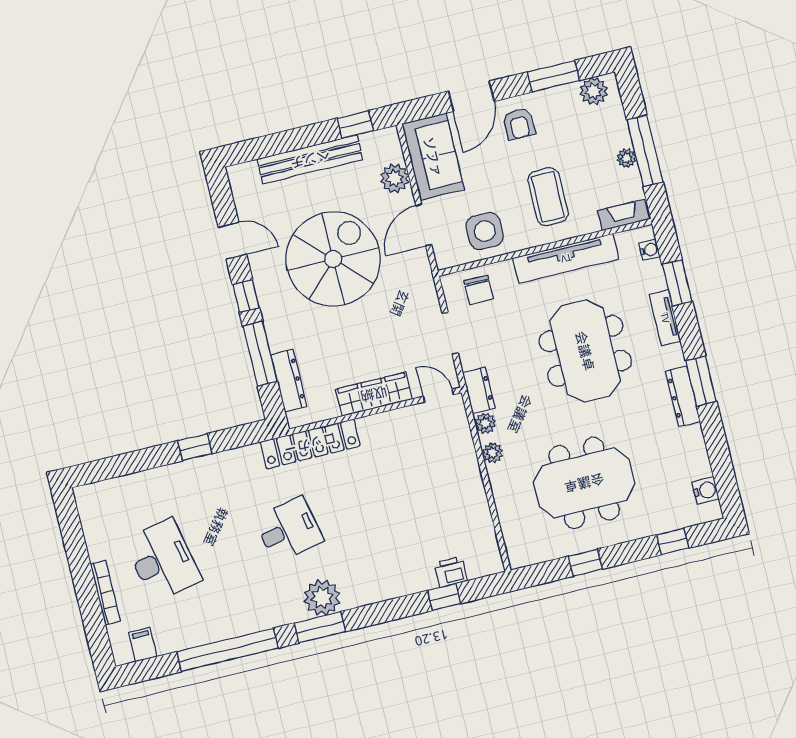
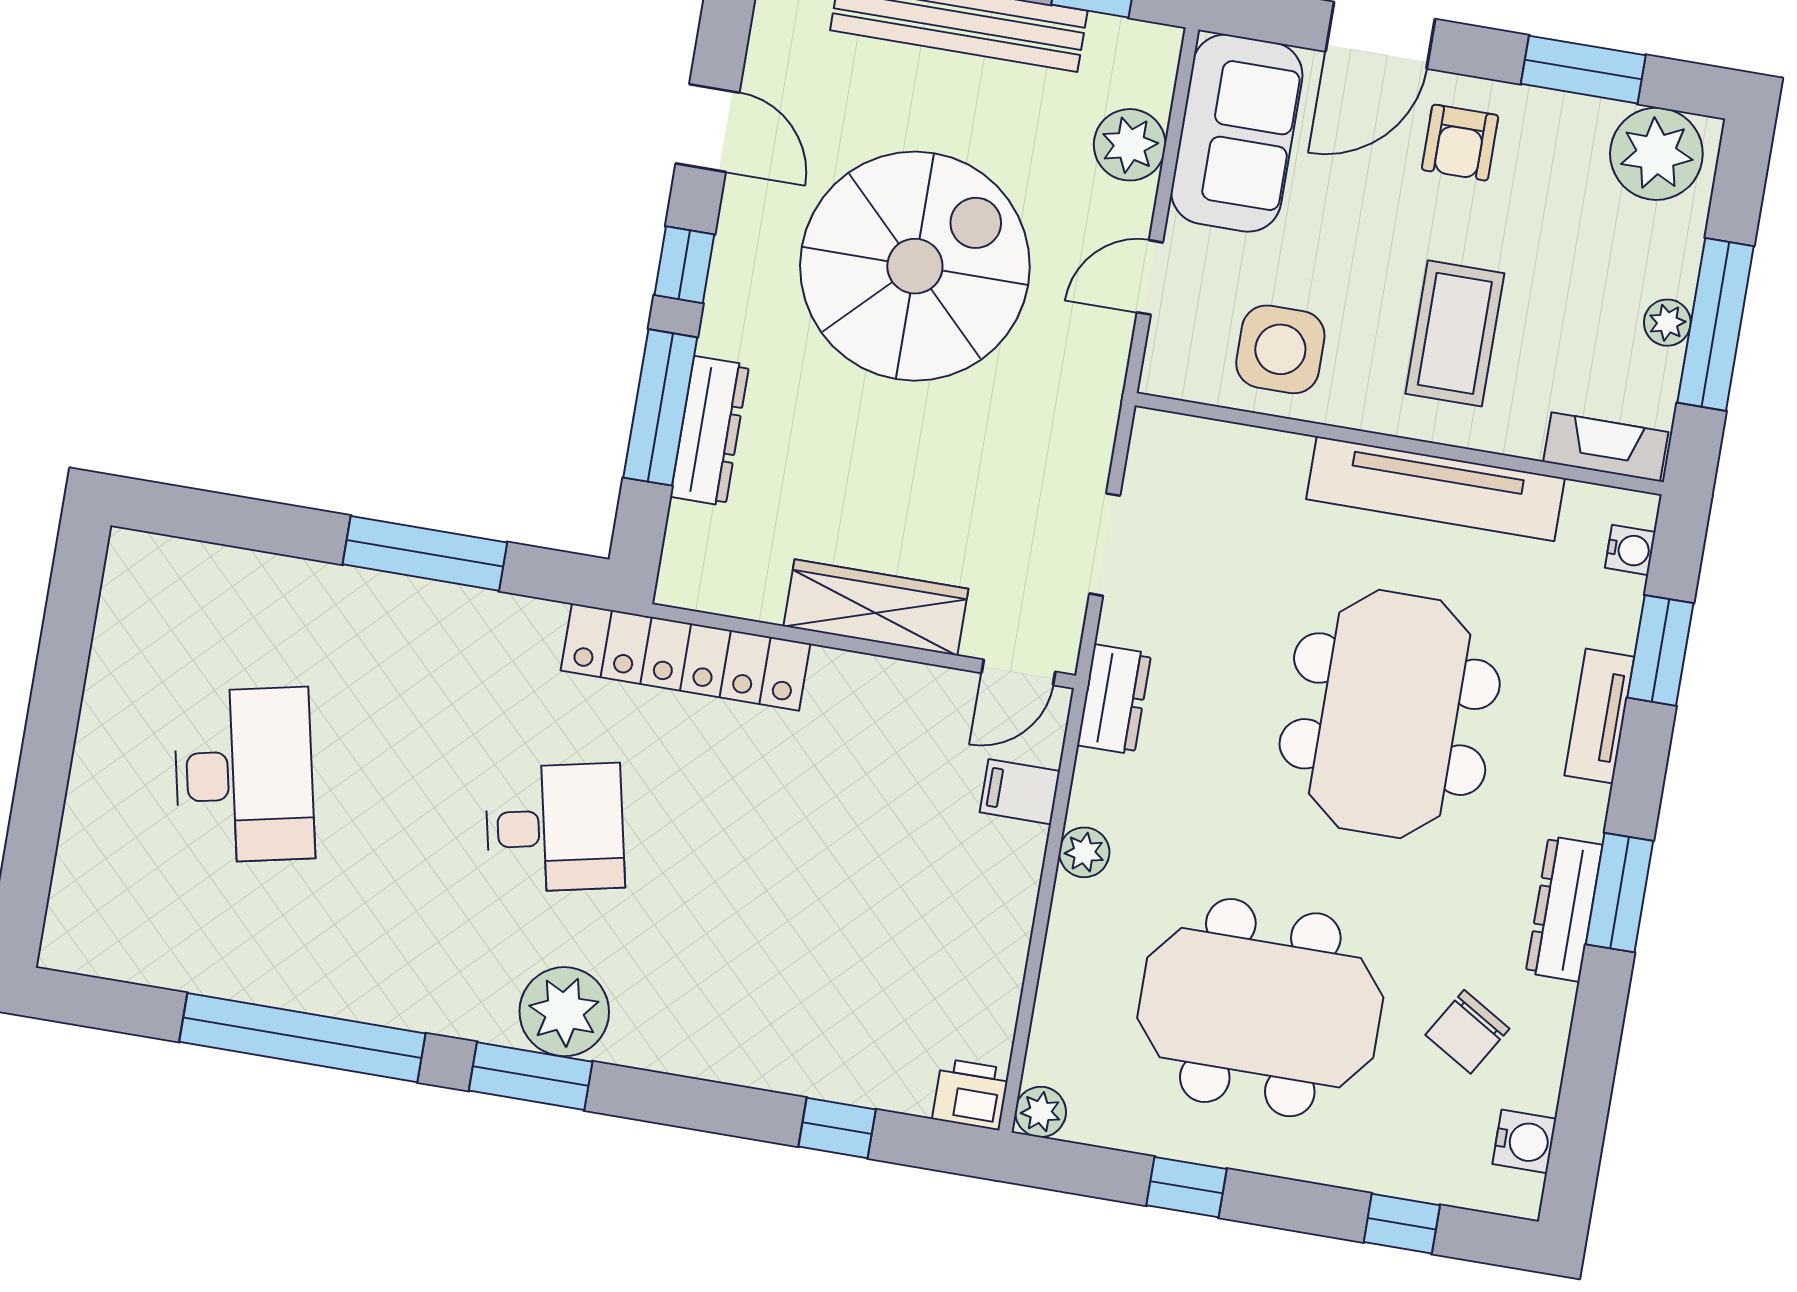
plant: (594, 91) -> (1656, 154), width x1.36, depth x1.36
door: (424, 225) -> (1150, 277), width x0.73
chair: (478, 290) -> (1467, 1032), moved, turned 31
dresser: (289, 381) -> (710, 431), moved
door: (438, 396) -> (1018, 672), swing flipped
plant: (485, 423) -> (1041, 1112), moved
window: (195, 447) -> (425, 553), width x2.17
printer: (451, 572) -> (971, 1094), moved
bookcase: (105, 593) -> (85, 792), removed
filing cabinet: (143, 645) -> (1020, 792), moved, turned -90

